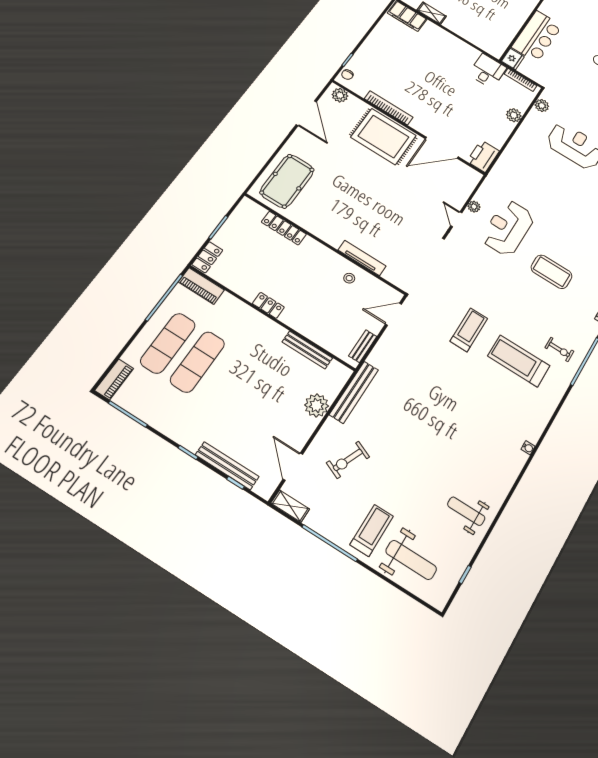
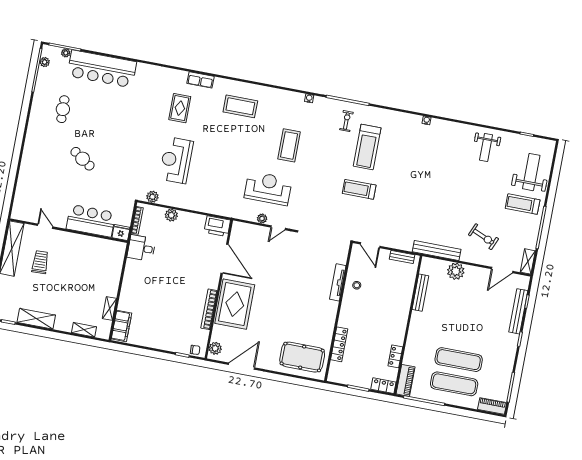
reception desk: (508, 228) -> (268, 188), turned 180
locker: (268, 305) -> (395, 356), moved

